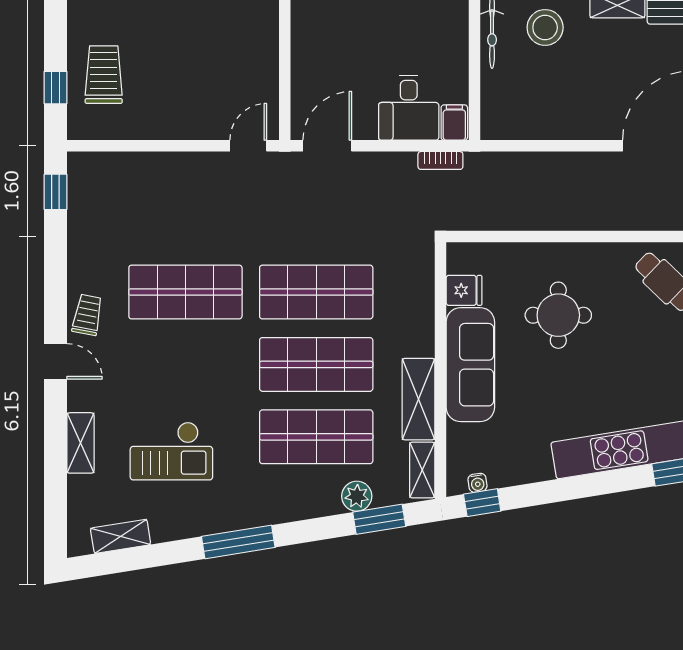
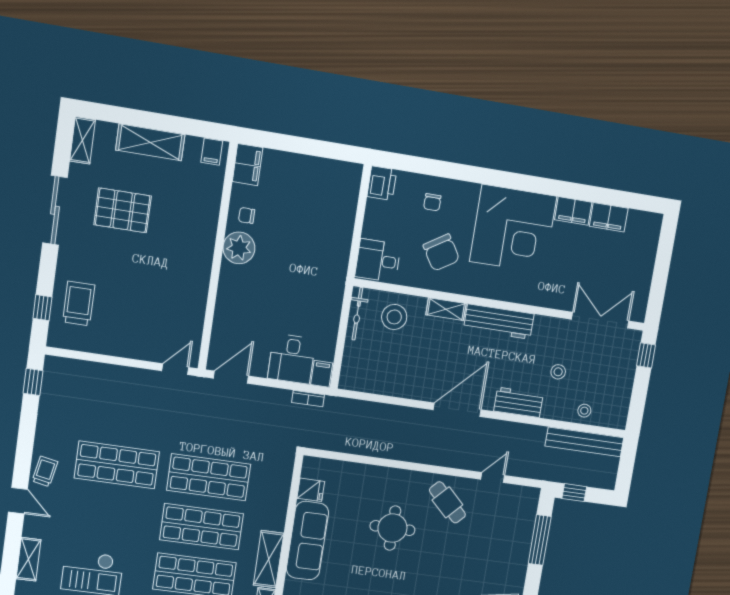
round table: (558, 315) -> (392, 528), moved

